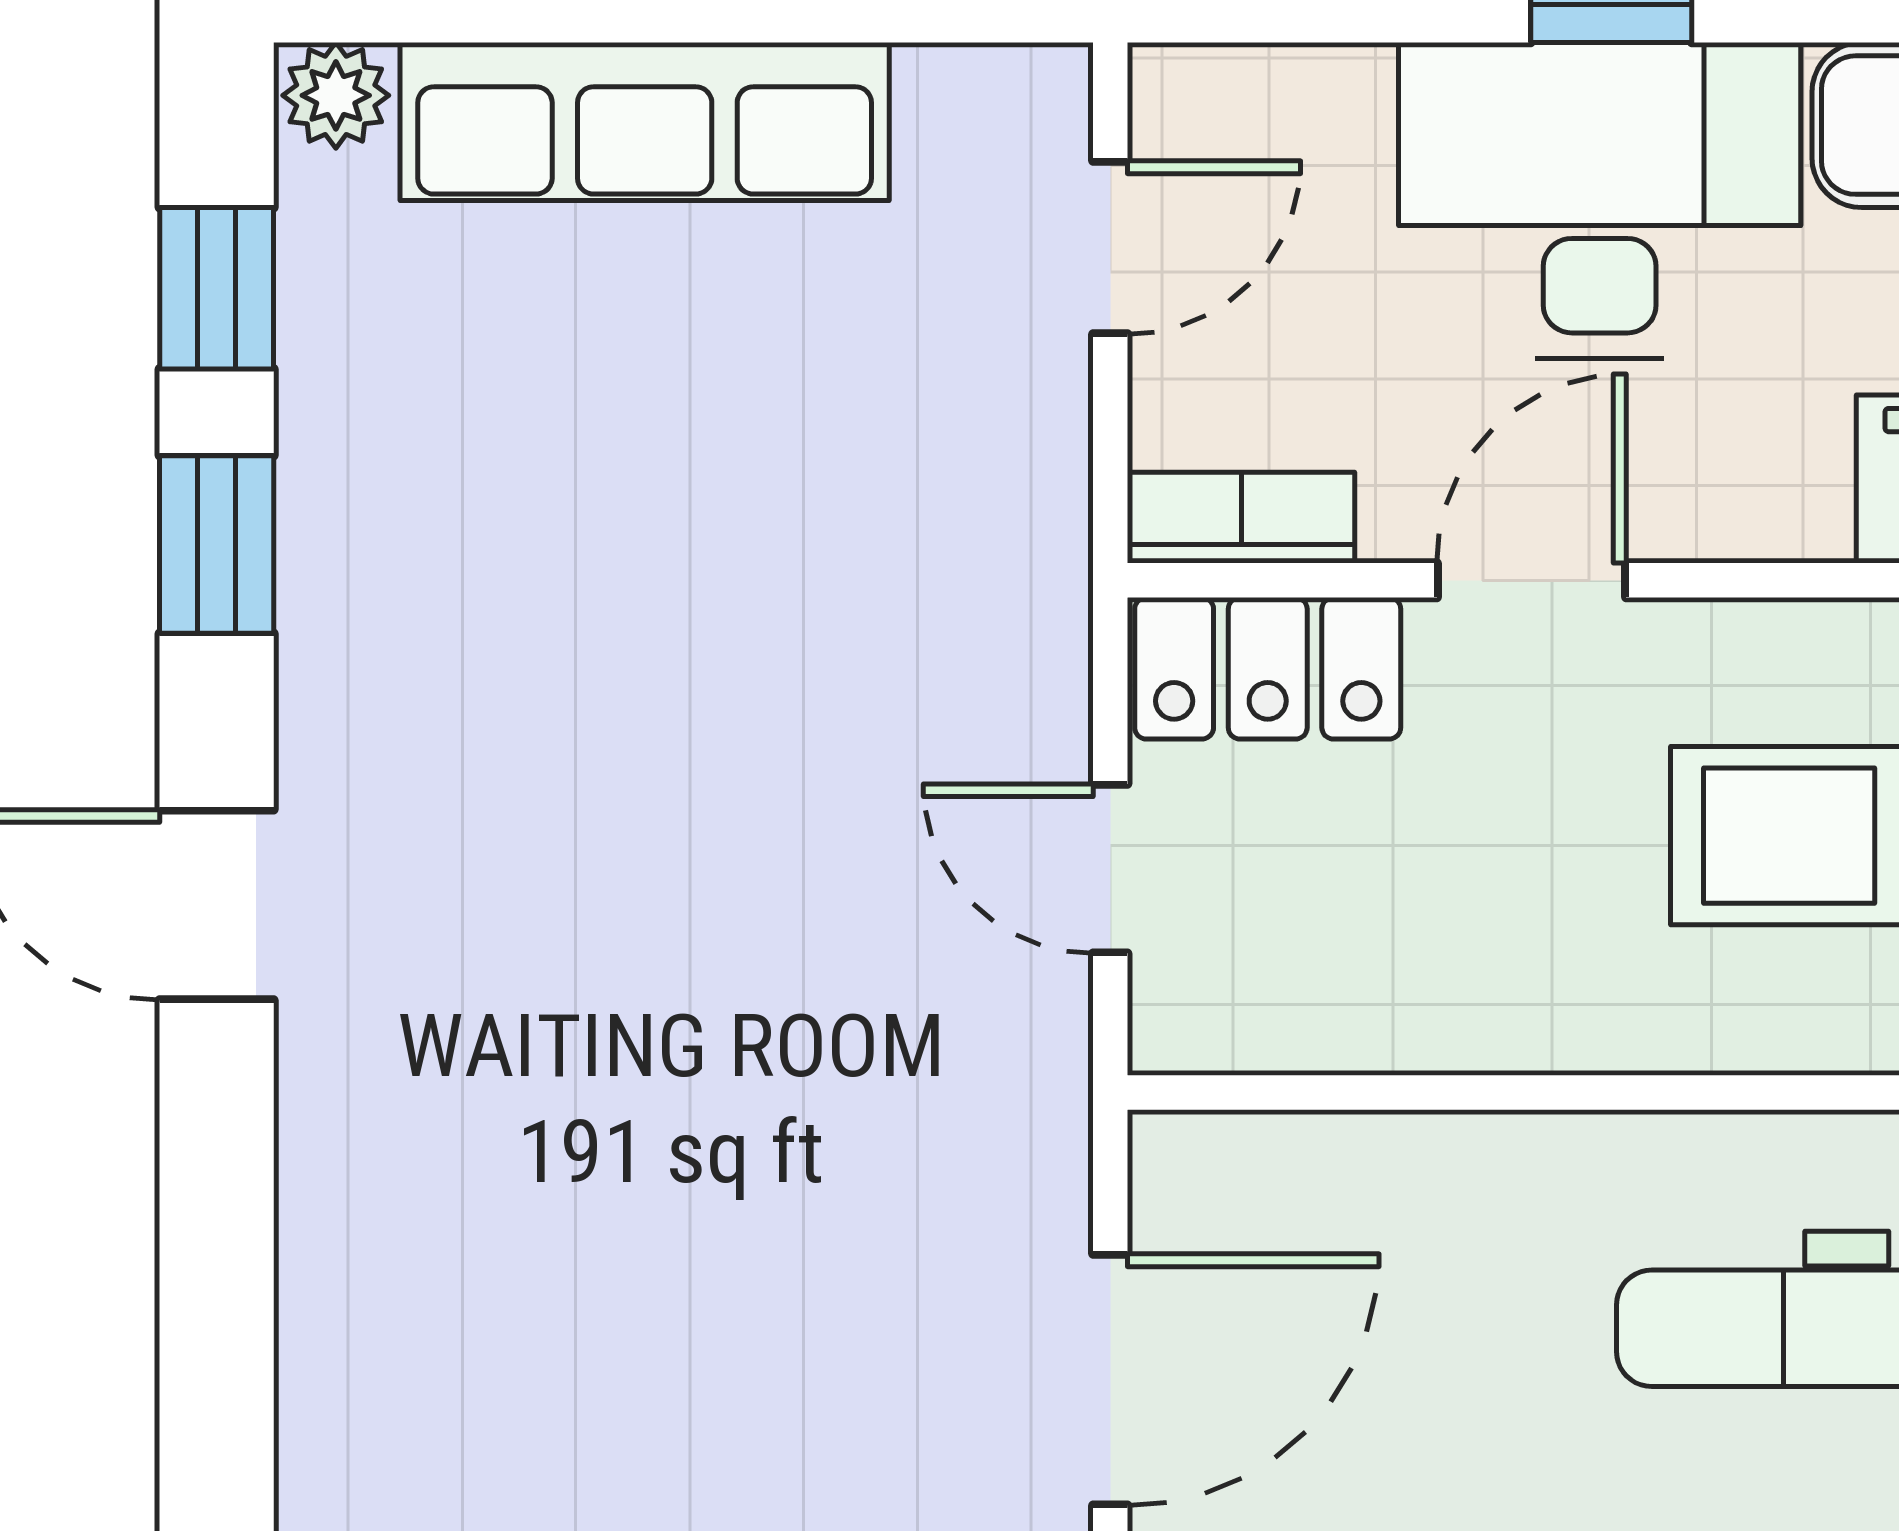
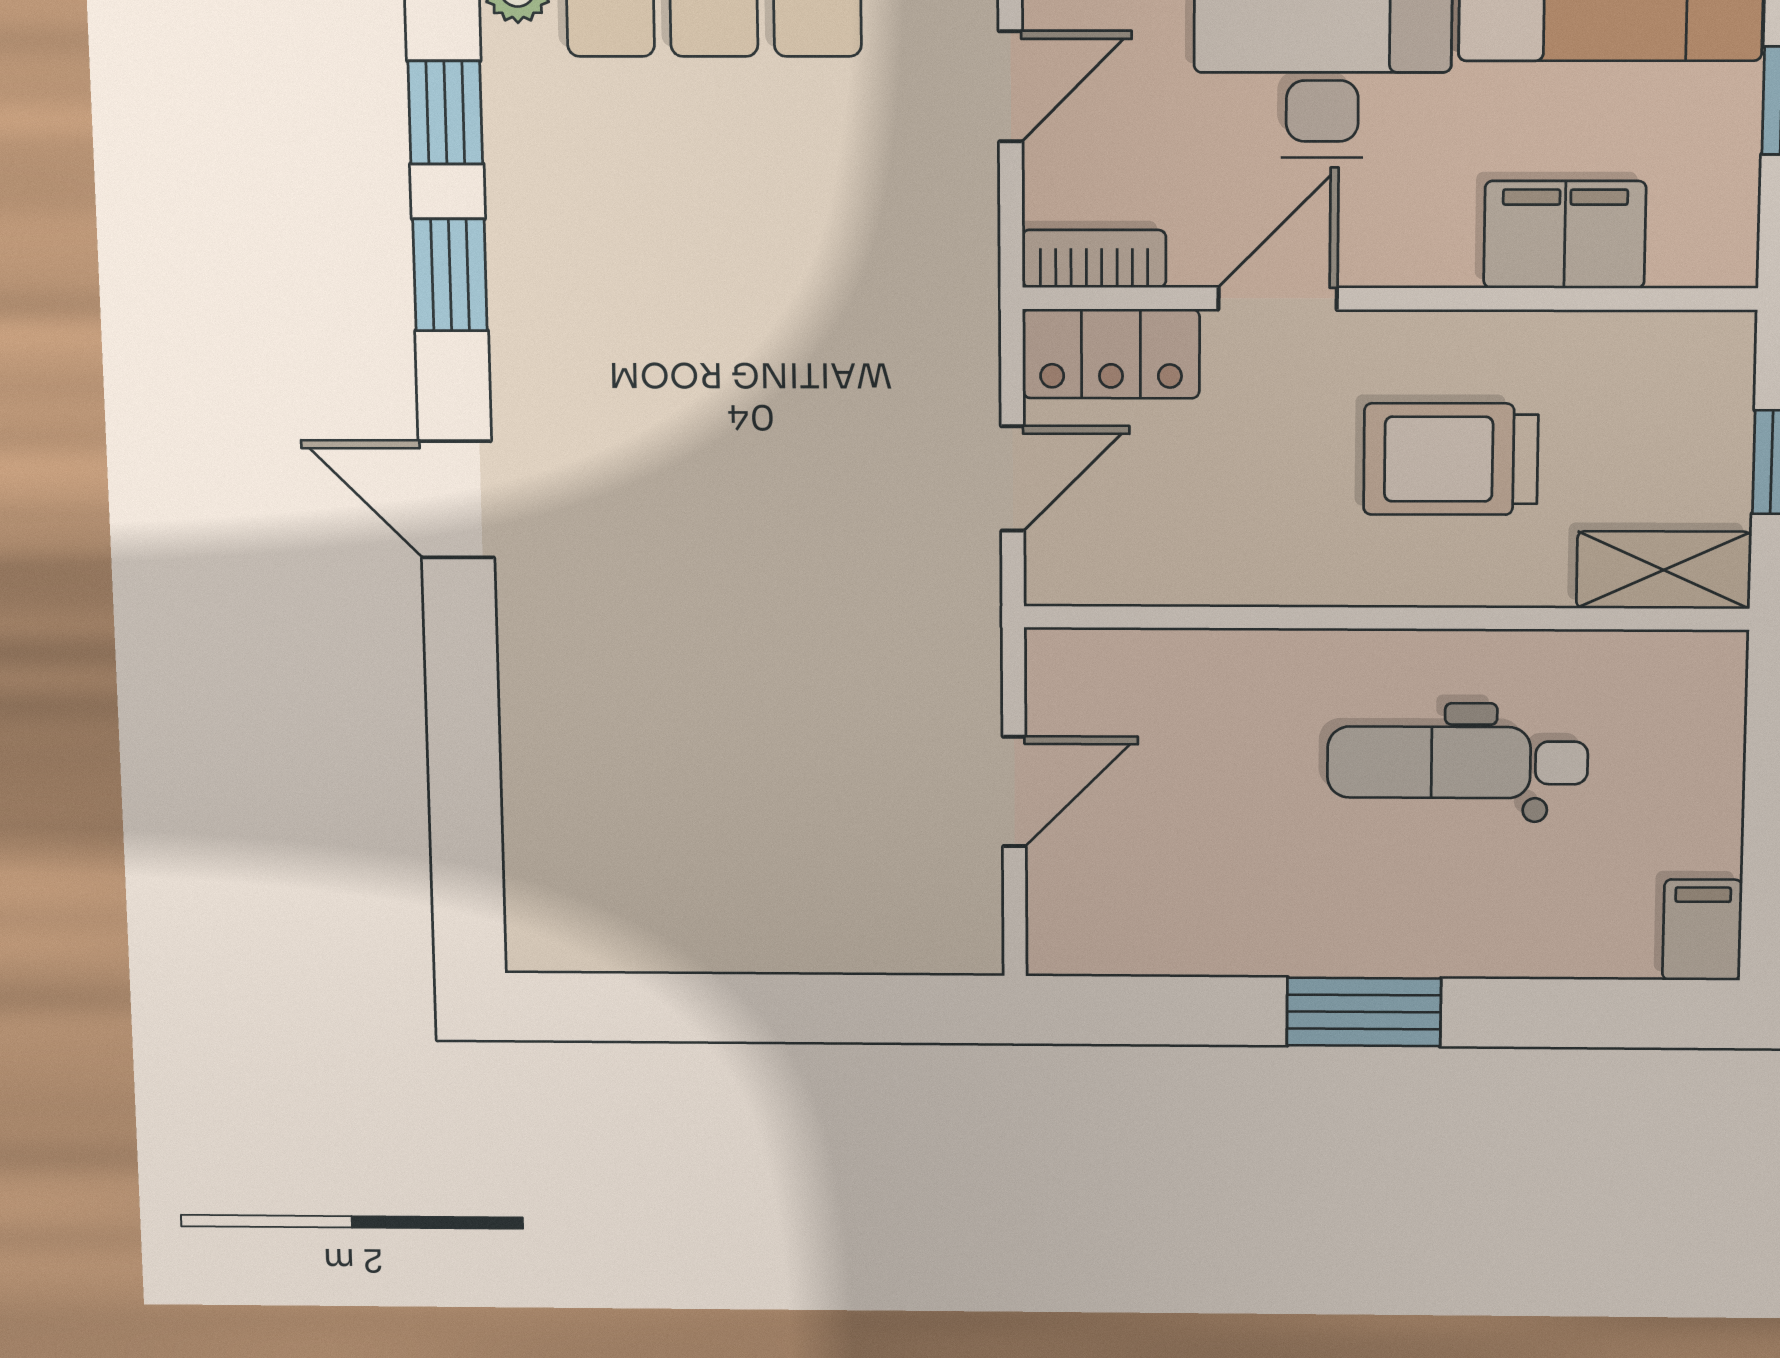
door: (1110, 869) -> (1013, 478), swing flipped
door: (1110, 1380) -> (1014, 791), width x0.73

